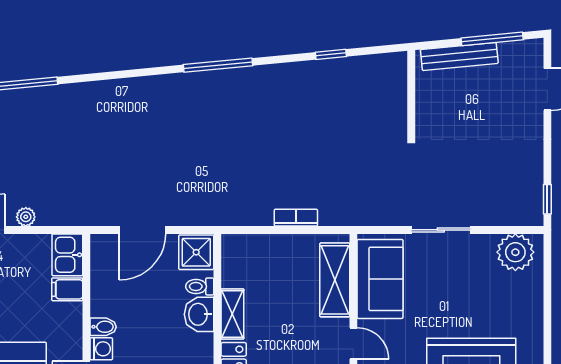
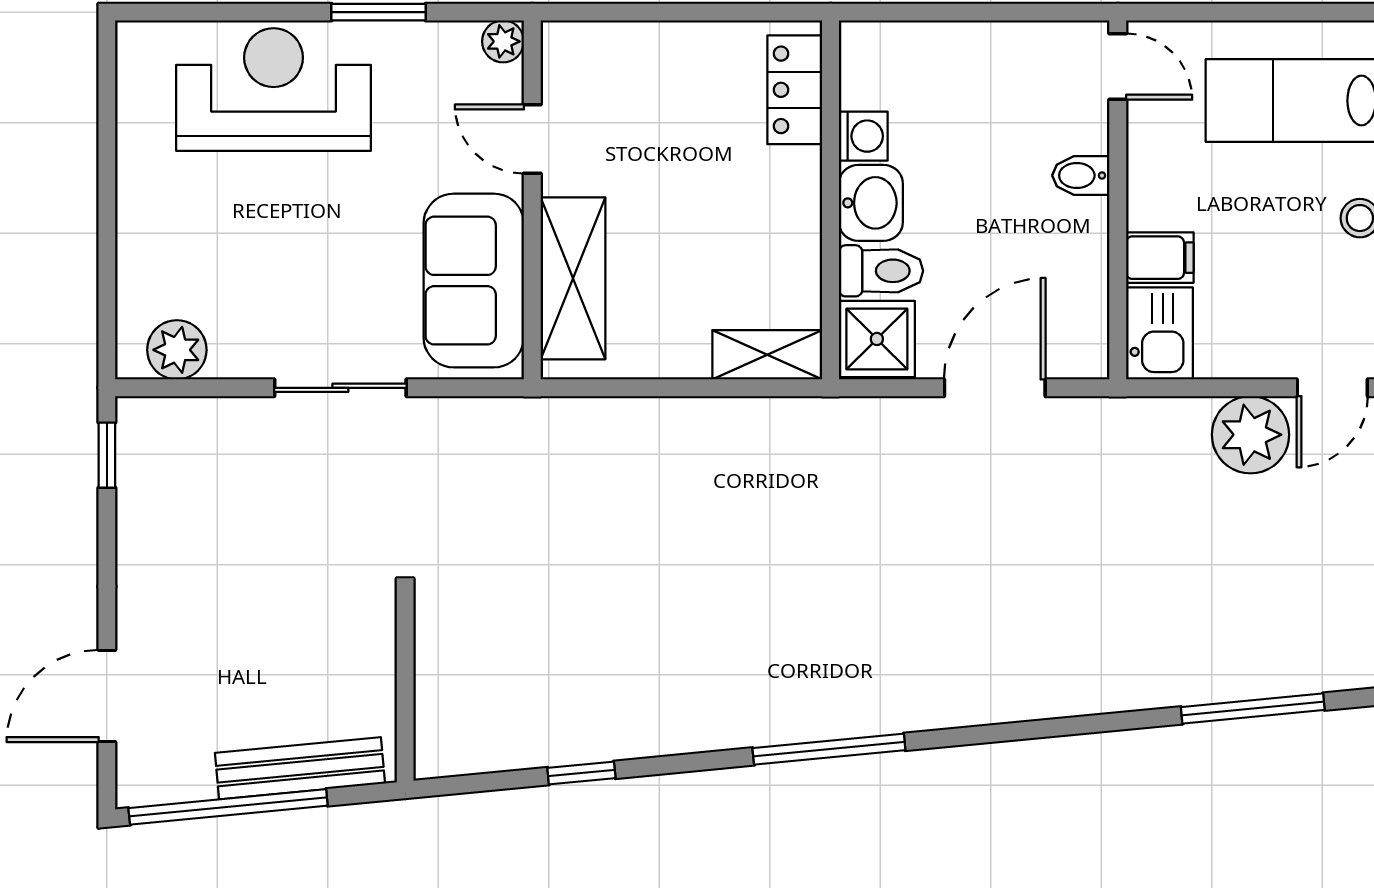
window: (492, 39) -> (228, 807), width x1.46
plant: (26, 217) -> (1251, 435), width x1.88, depth x1.88
bookcase: (296, 218) -> (658, 415), removed
plant: (515, 252) -> (177, 350), width x0.73, depth x0.73
toilet: (200, 286) -> (881, 271), width x1.37, depth x1.39
shelving: (232, 314) -> (767, 355), moved, turned 90
washing machine: (101, 349) -> (863, 136), moved, turned 180

